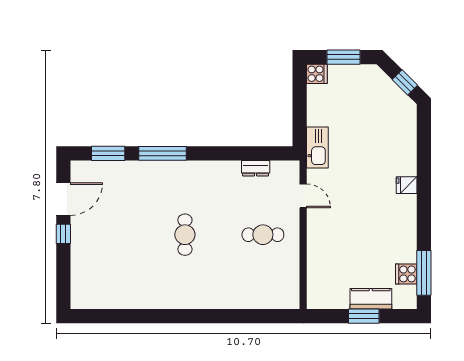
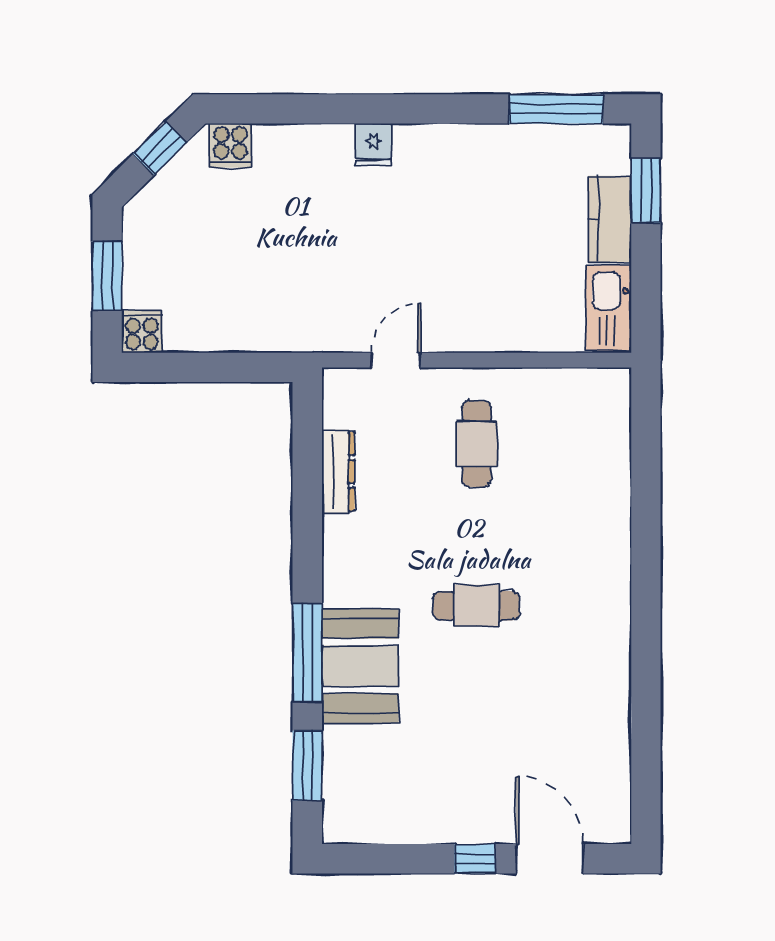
kitchen sink: (317, 147) -> (609, 308), moved, turned -90
dresser: (256, 168) -> (338, 471), width x1.44
booth: (156, 179) -> (360, 666), added
door: (63, 199) -> (550, 859), moved
cooker: (406, 274) -> (230, 146), moved
window: (364, 316) -> (646, 191), moved

